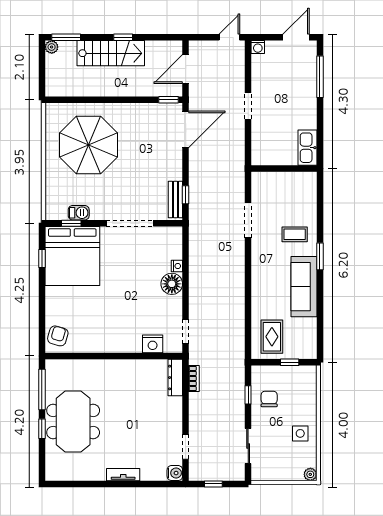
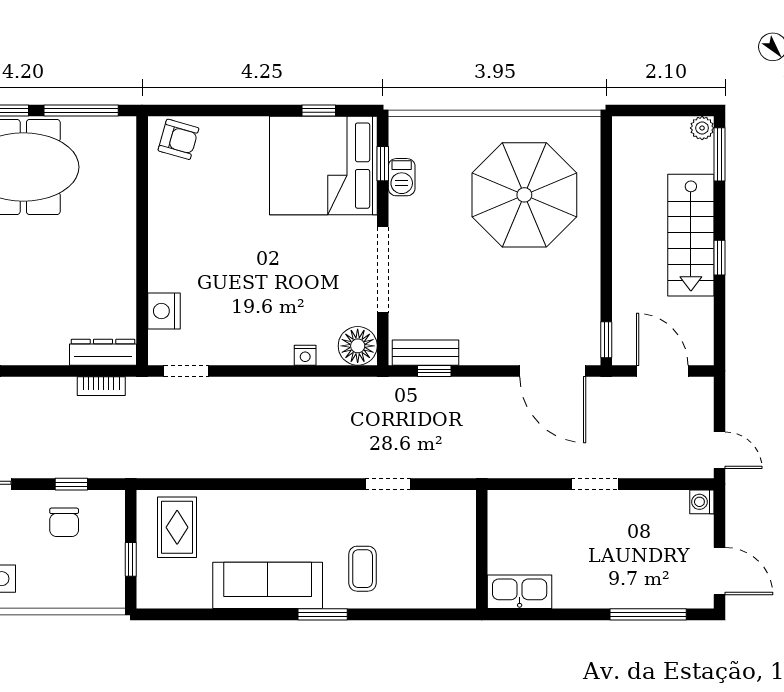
doorway: (248, 220) -> (388, 484), width x0.73
floor lamp: (172, 284) -> (358, 346), moved
rug: (272, 337) -> (177, 527), turned 90
chair: (269, 399) -> (64, 522), turned 90

